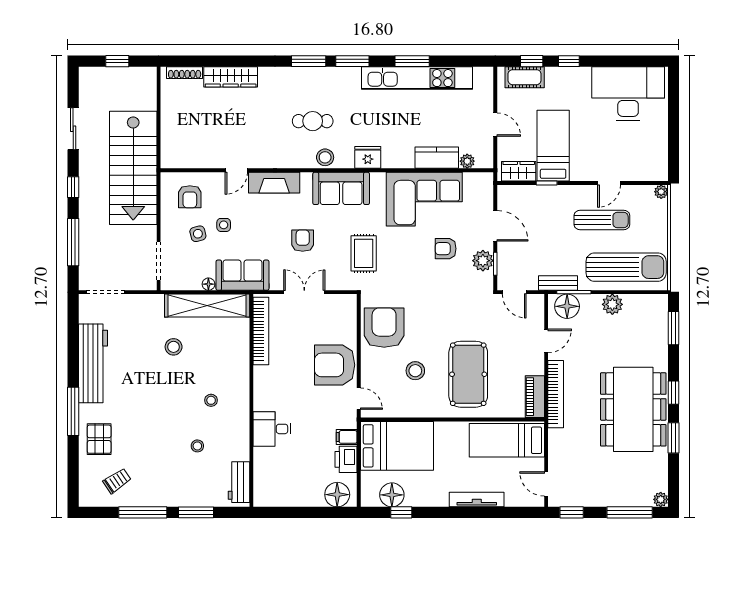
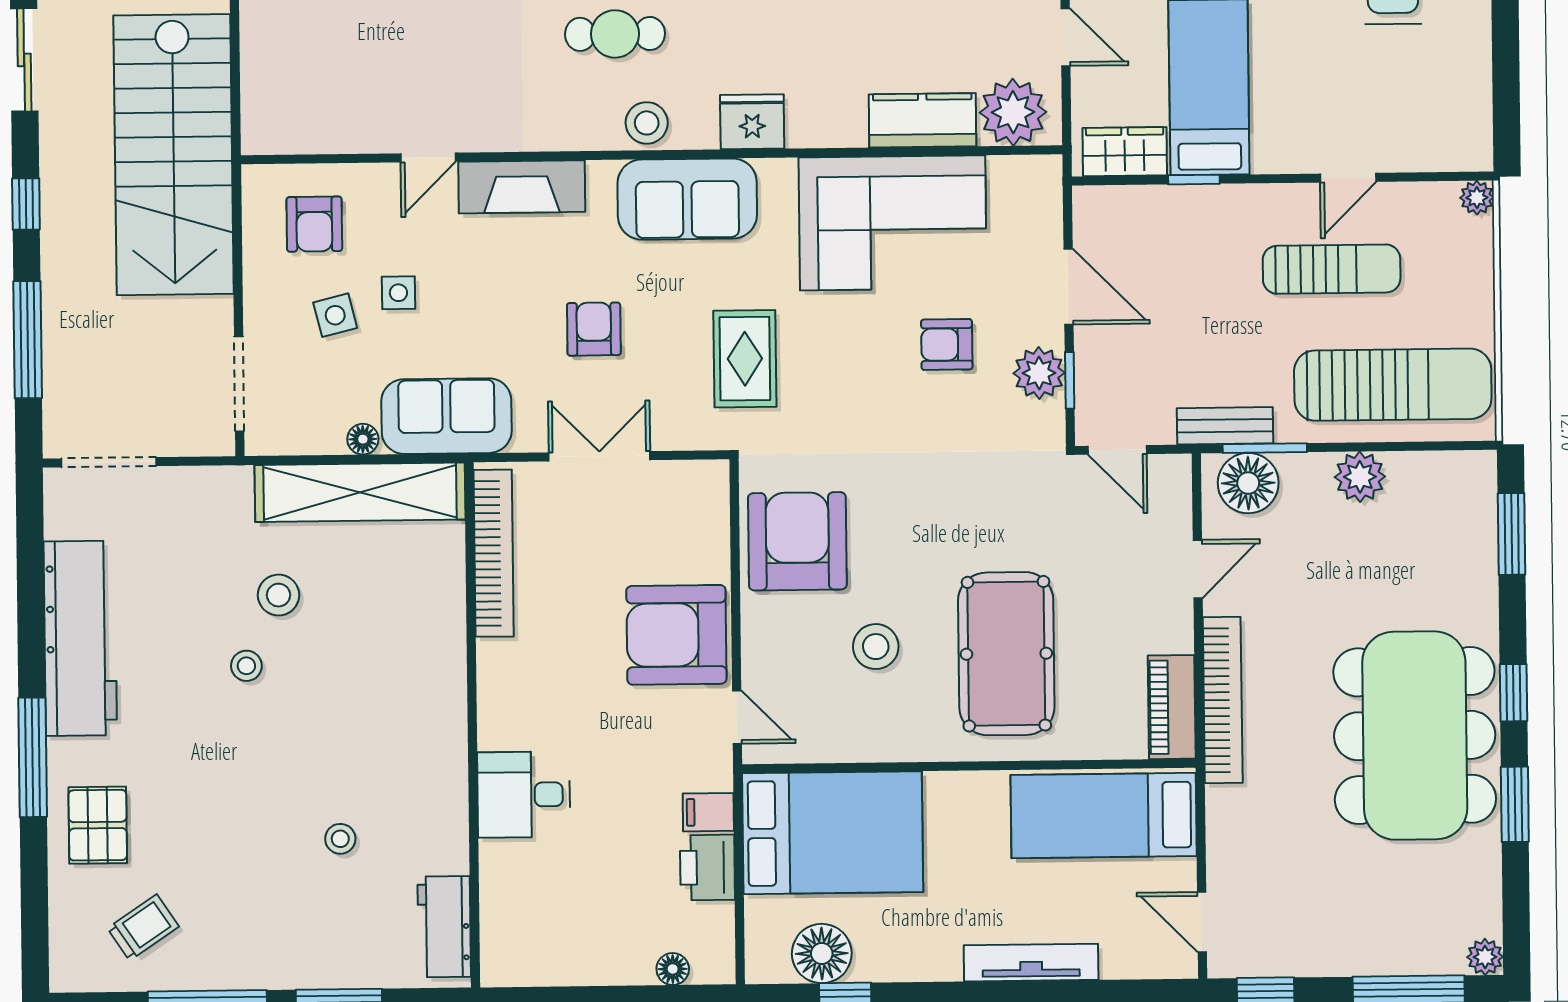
plant: (467, 161) -> (1013, 112), width x1.87, depth x1.87
stool: (211, 400) -> (246, 666), moved
floor lamp: (337, 495) -> (673, 969), width x0.53, depth x0.53

